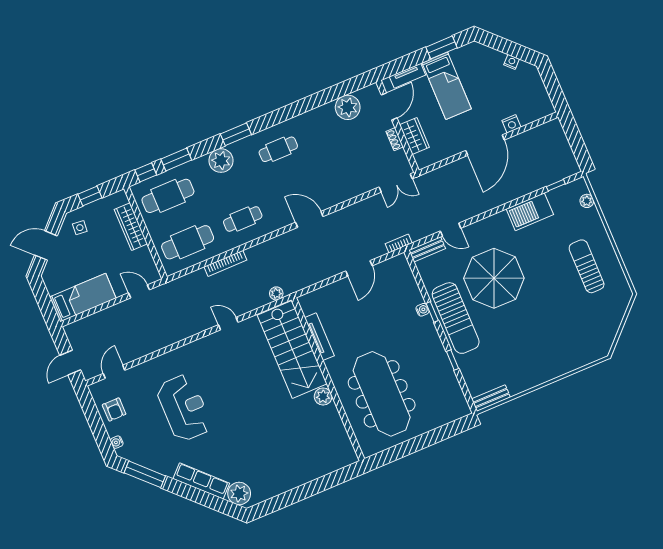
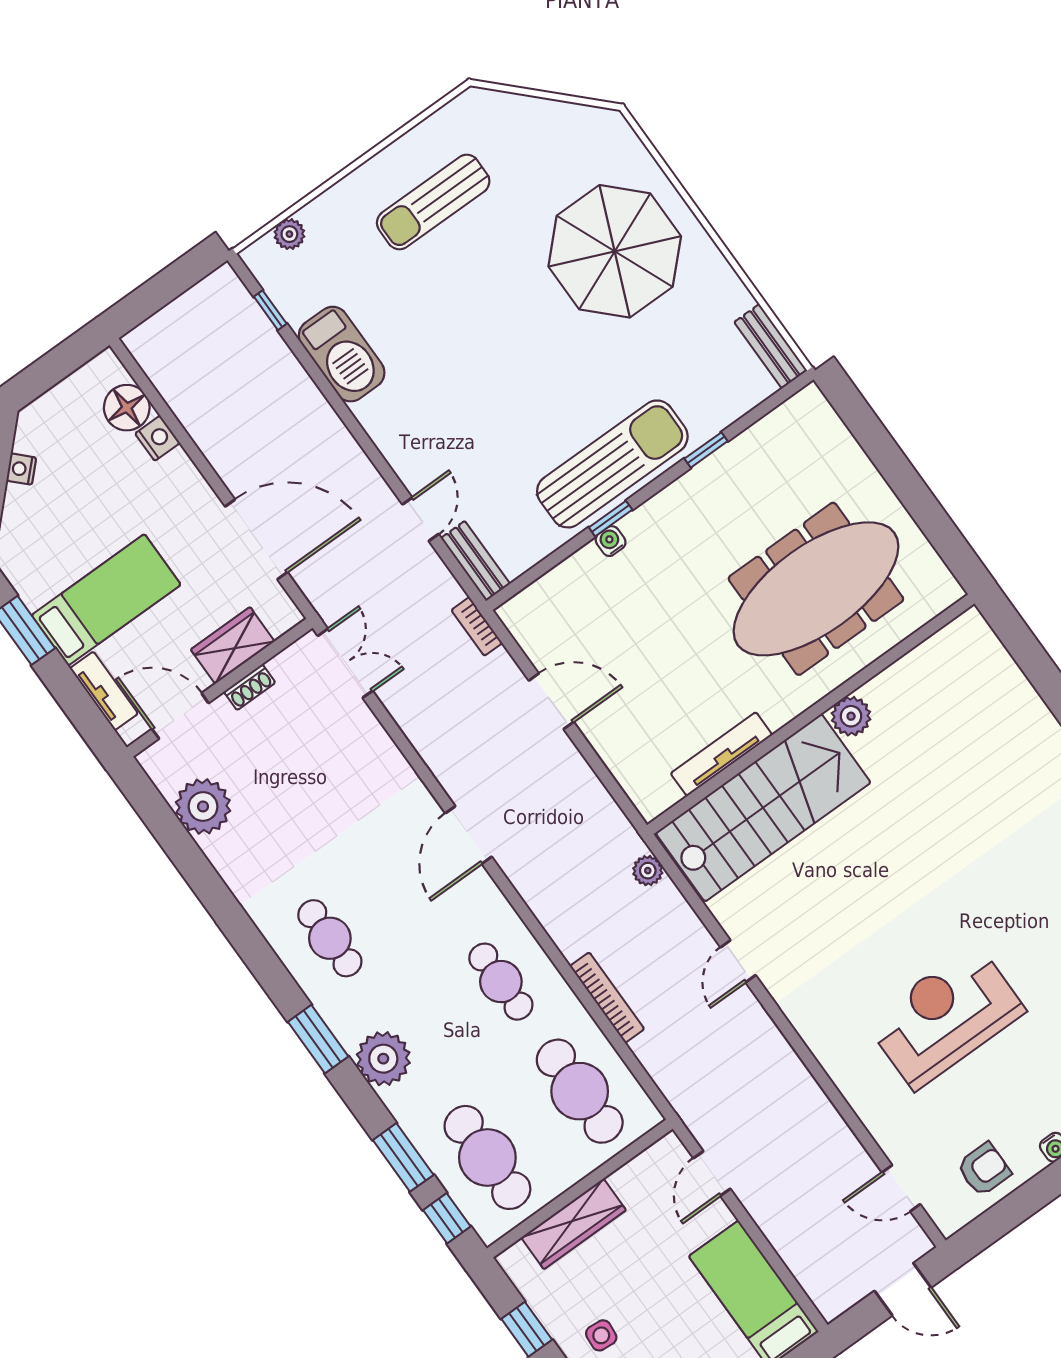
floor lamp: (528, 114) -> (127, 408), added
door: (485, 145) -> (256, 539), moved
parasol: (494, 278) -> (615, 251), moved

